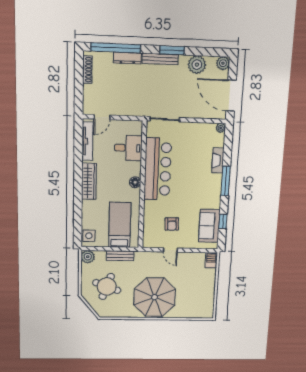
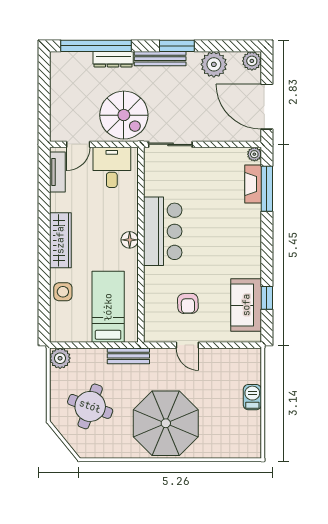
shoe rack: (87, 70) -> (56, 78), removed
spiral stairs: (134, 98) -> (124, 115), added
tv unit: (87, 141) -> (57, 172), width x0.71
desk: (128, 148) -> (112, 167), moved, turned -90
fireplace: (218, 161) -> (253, 184), moved
bar counter: (158, 169) -> (163, 231), width x0.73
window: (226, 181) -> (267, 189), moved
side table: (89, 236) -> (63, 292), moved
bench: (120, 256) -> (128, 356), moved
barbecue: (211, 260) -> (252, 397), moved

